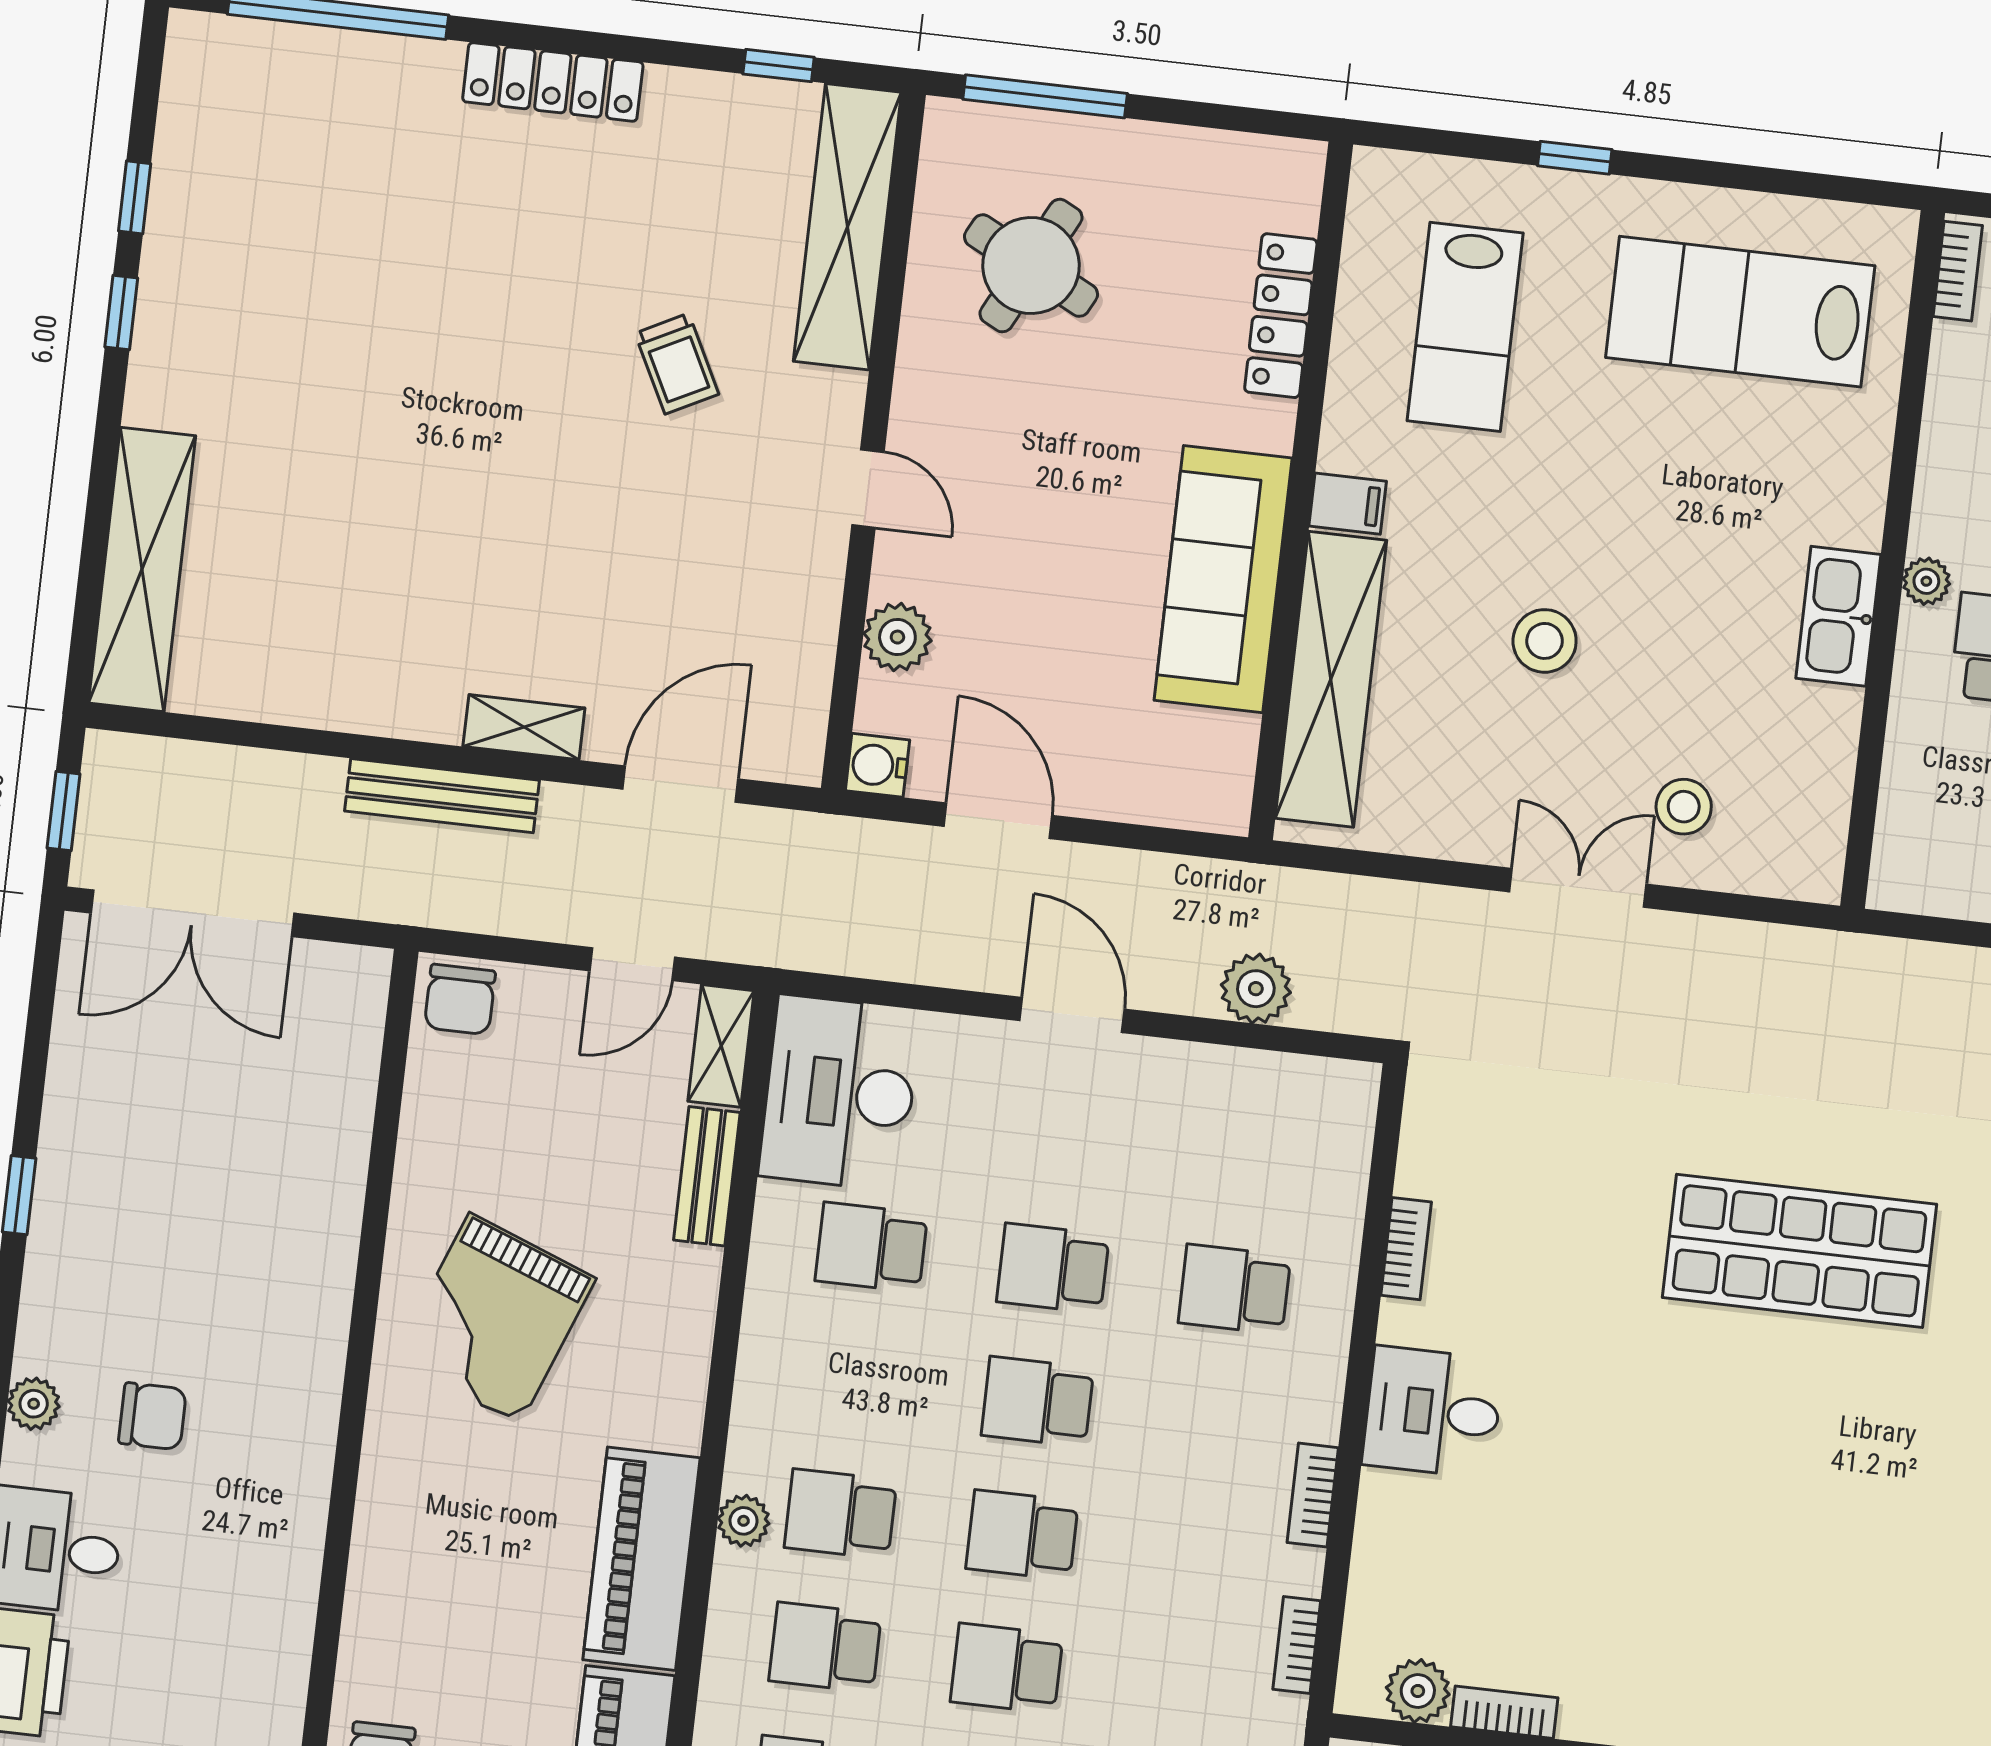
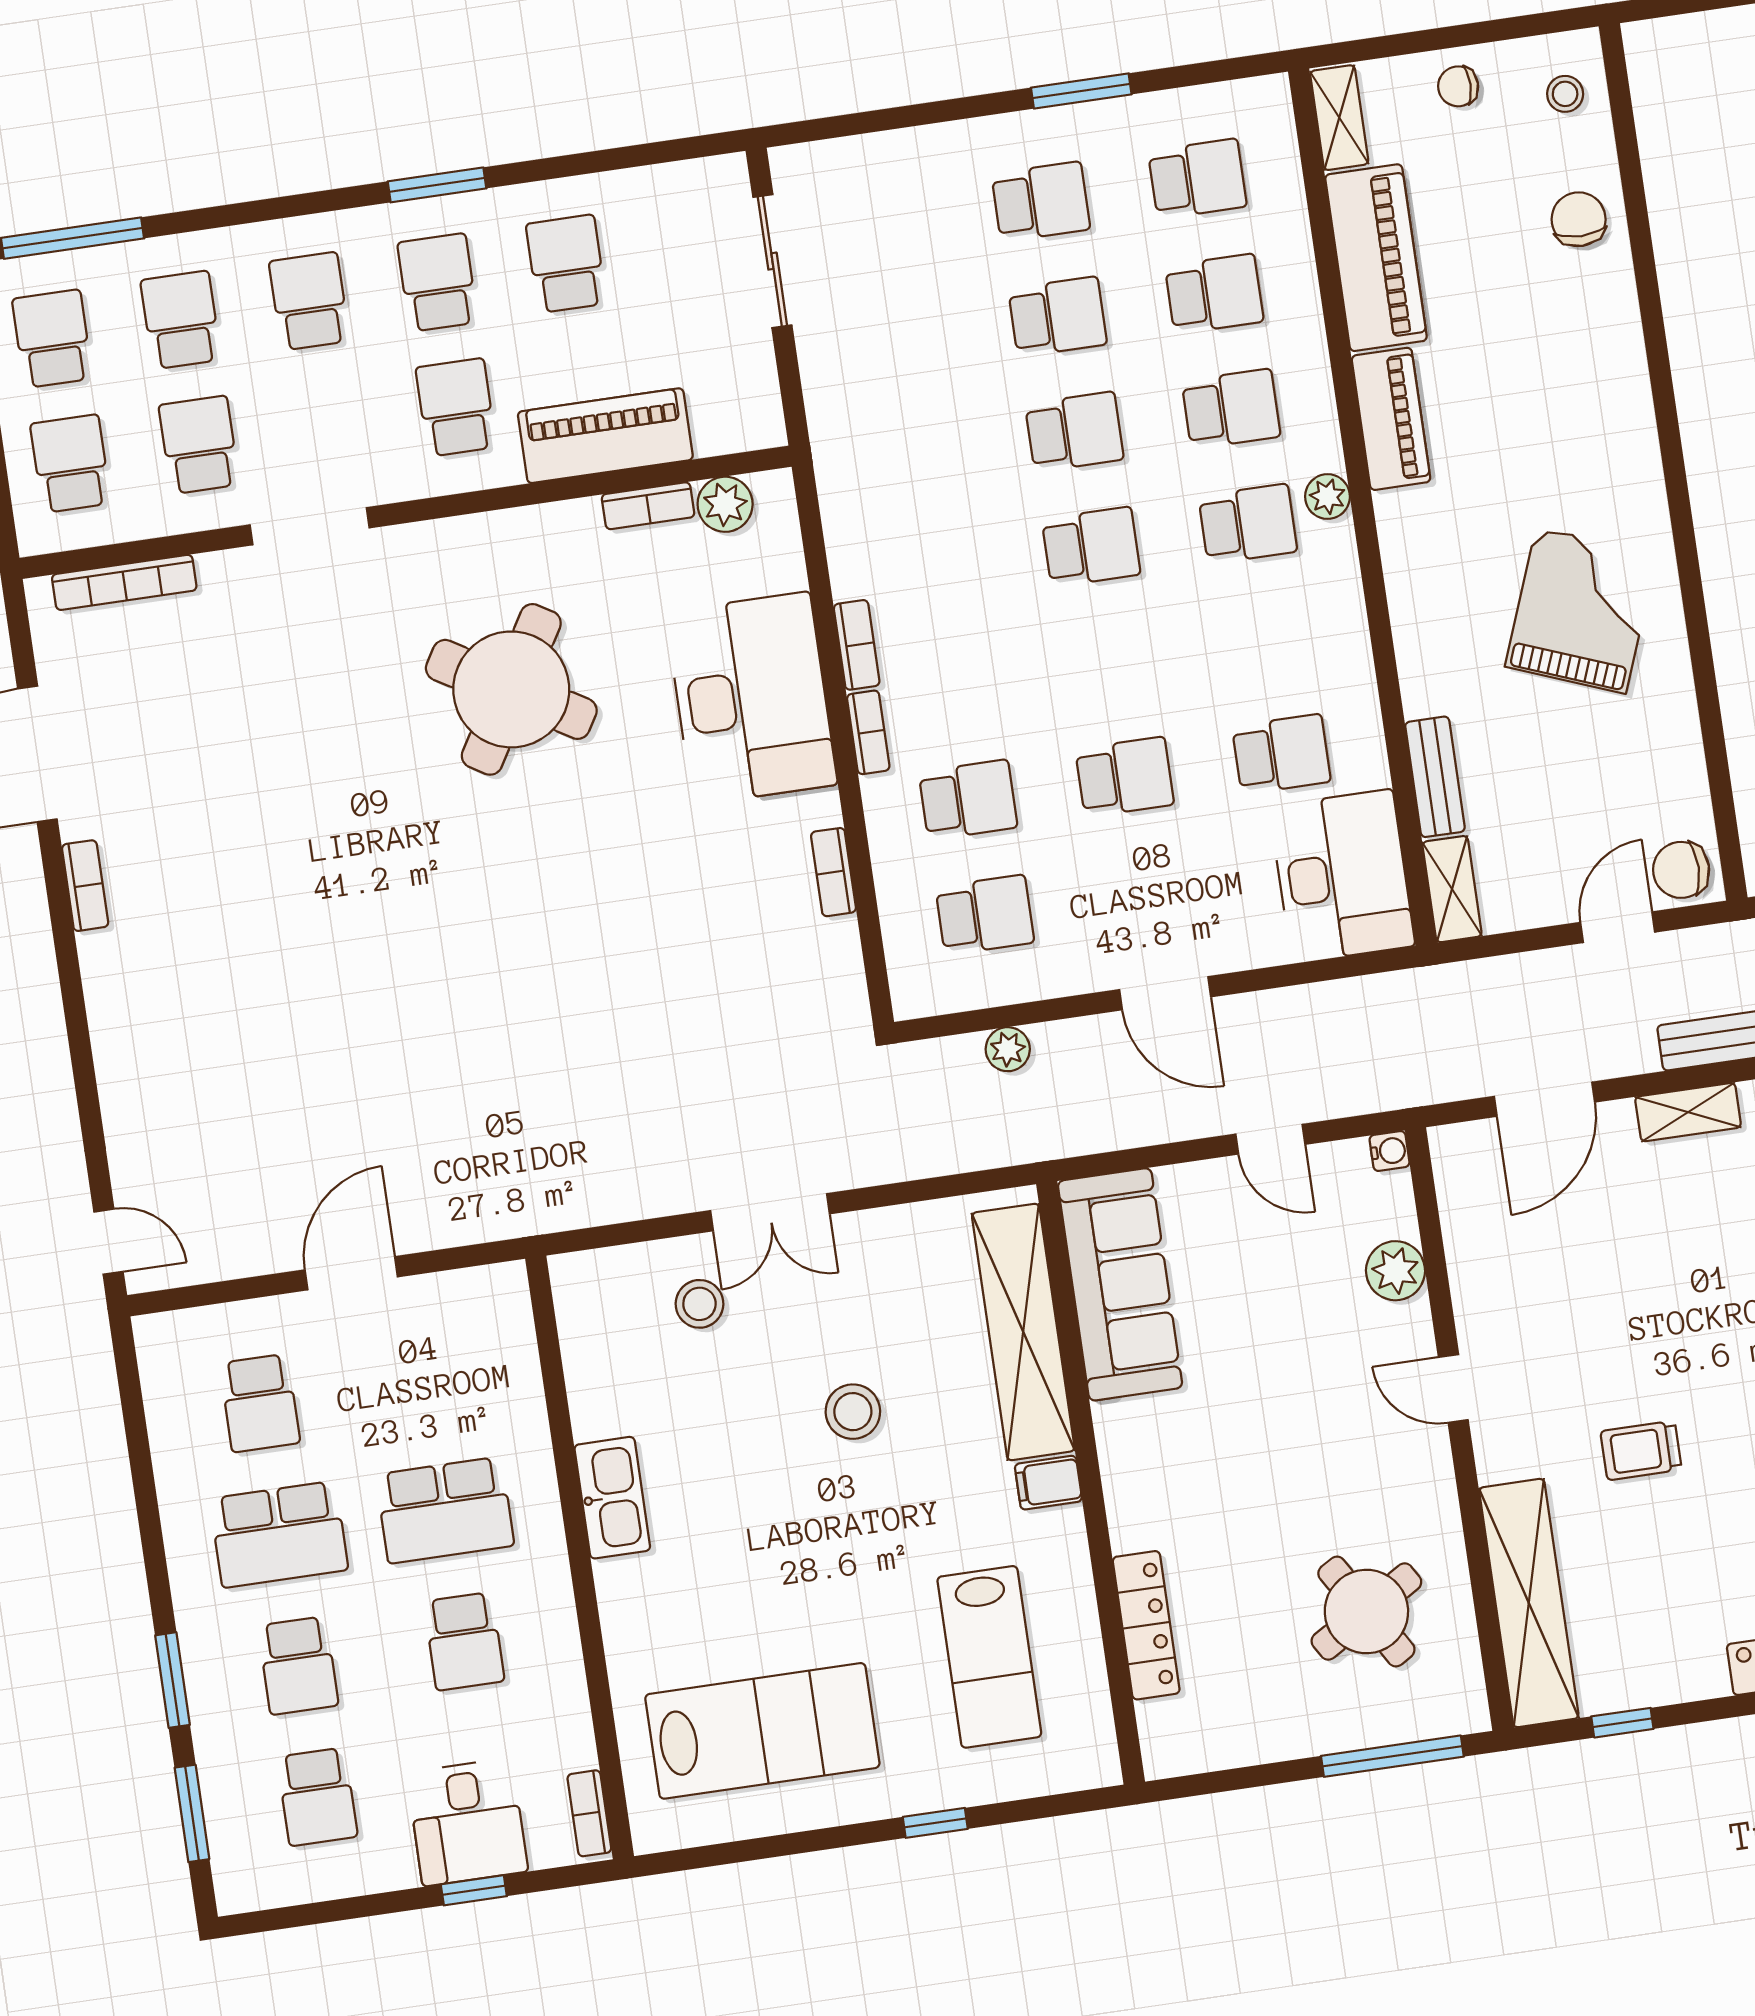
round table: (1031, 266) -> (1366, 1612), turned 32
lab bench: (1465, 327) -> (989, 1657), turned 180
trolley: (677, 364) -> (1641, 1450), turned -63
sofa: (1223, 579) -> (1120, 1284), moved
plant: (1926, 581) -> (547, 1547), removed
water cooler: (877, 765) -> (1390, 1151), width x0.72, depth x0.72
door: (998, 821) -> (1270, 1139), width x0.73
door: (632, 964) -> (1618, 927), moved
plant: (1256, 989) -> (1008, 1049), width x0.73, depth x0.73
chair: (460, 999) -> (1681, 870), turned -90
shop shelf: (1799, 1251) -> (504, 958), removed
school desk: (1038, 1402) -> (985, 915), moved
desk: (1433, 1412) -> (751, 698), width x1.87, depth x1.30
round table: (1711, 1548) -> (511, 689), added
piano: (642, 1559) -> (1391, 419), width x0.73, depth x0.75
bookcase: (1297, 1645) -> (868, 732), moved

